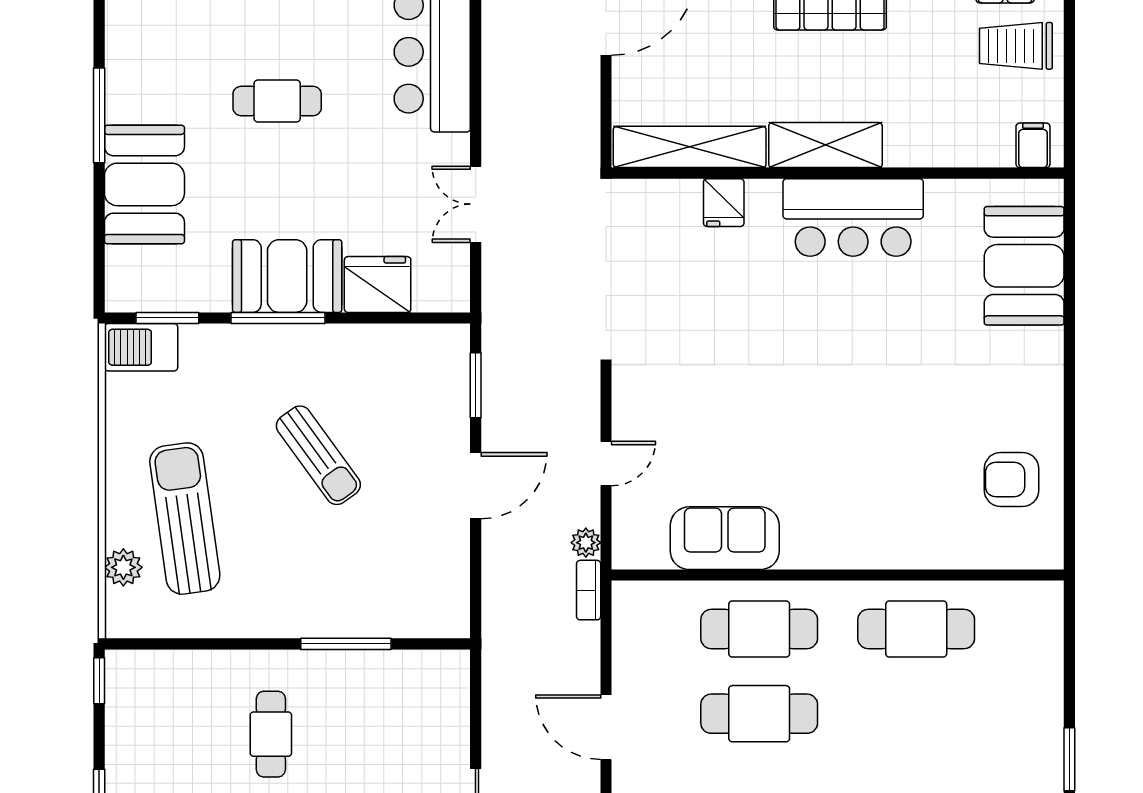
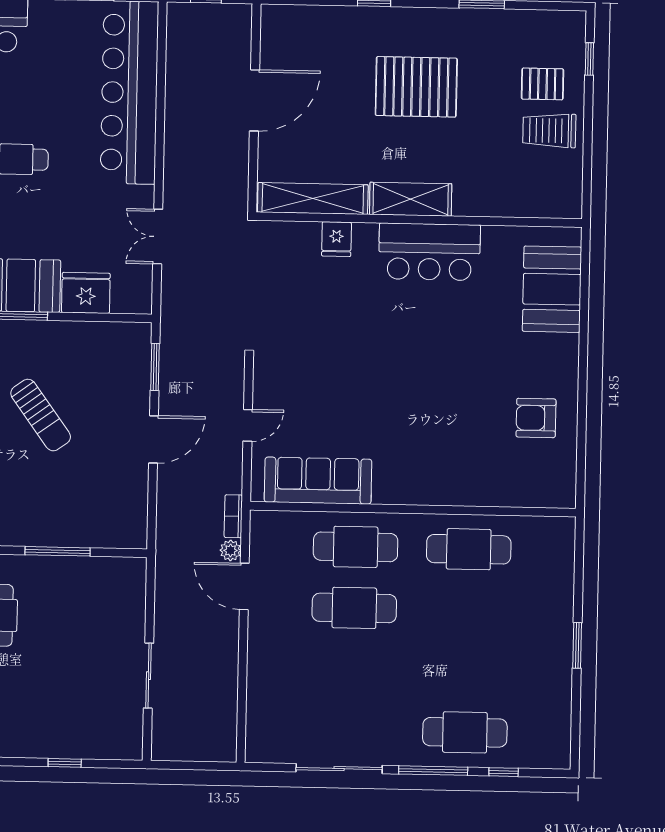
filing cabinet: (1033, 145) -> (560, 203), removed
armchair: (1012, 479) -> (536, 418), moved
sofa: (725, 538) -> (318, 481), width x1.36
plant: (586, 543) -> (231, 550), moved
door: (606, 727) -> (244, 586), moved

